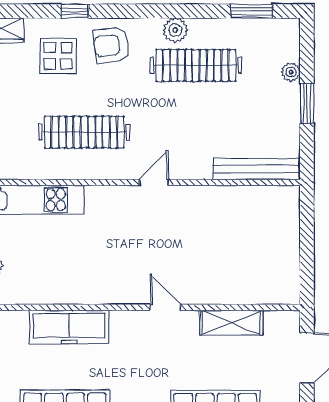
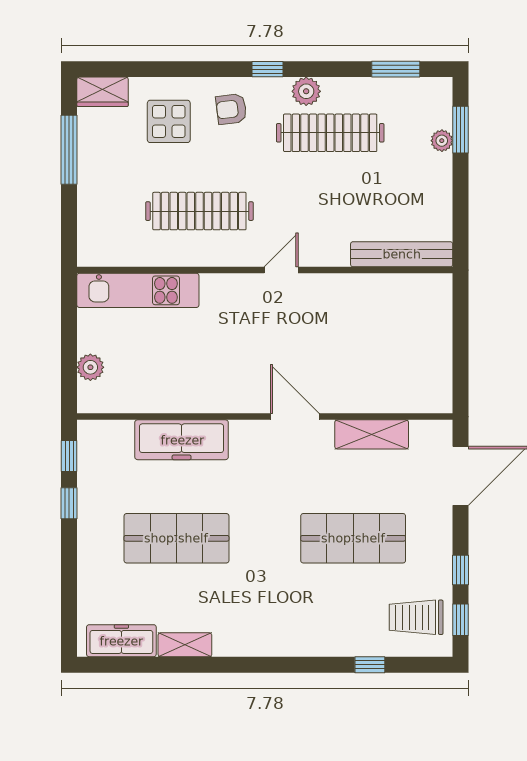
window: (75, 11) -> (267, 69), moved
armchair: (111, 45) -> (231, 109), width x0.72, depth x0.72
window: (307, 104) -> (461, 130), moved
door: (166, 307) -> (295, 417), width x1.38

